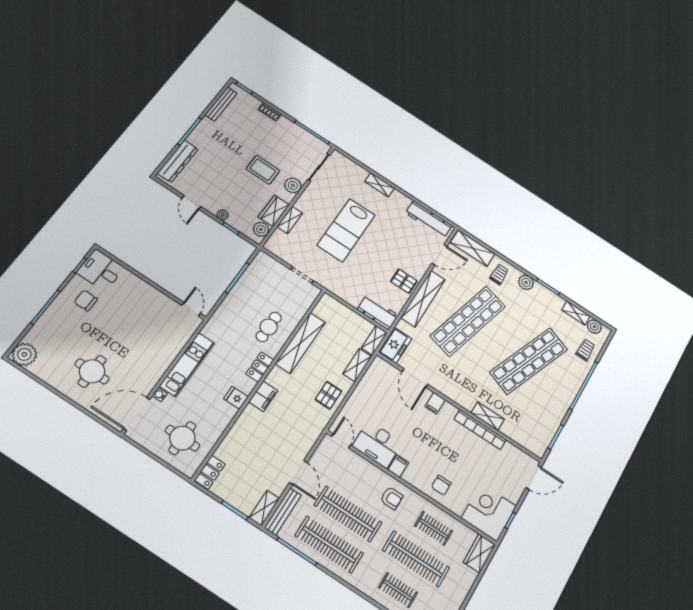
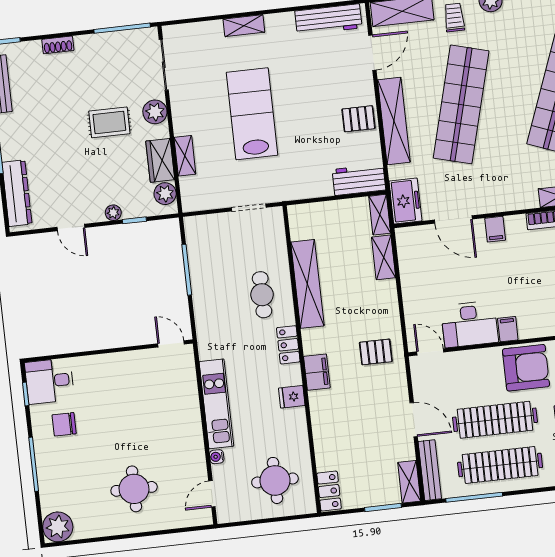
lab bench: (346, 230) -> (252, 114), turned 180
pallet: (328, 395) -> (376, 352), moved, turned 90
door: (137, 414) -> (212, 494), width x0.53
armchair: (392, 498) -> (526, 368), width x1.88, depth x1.88

